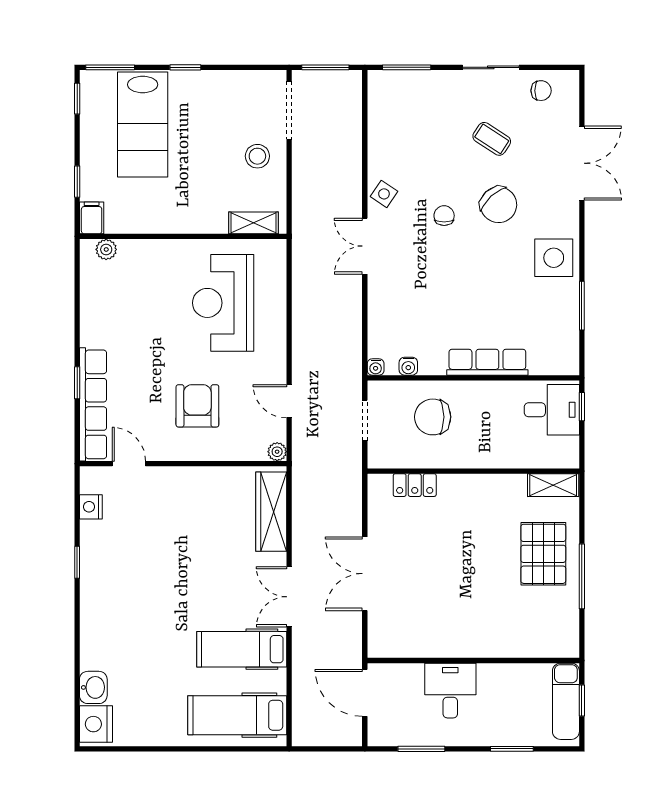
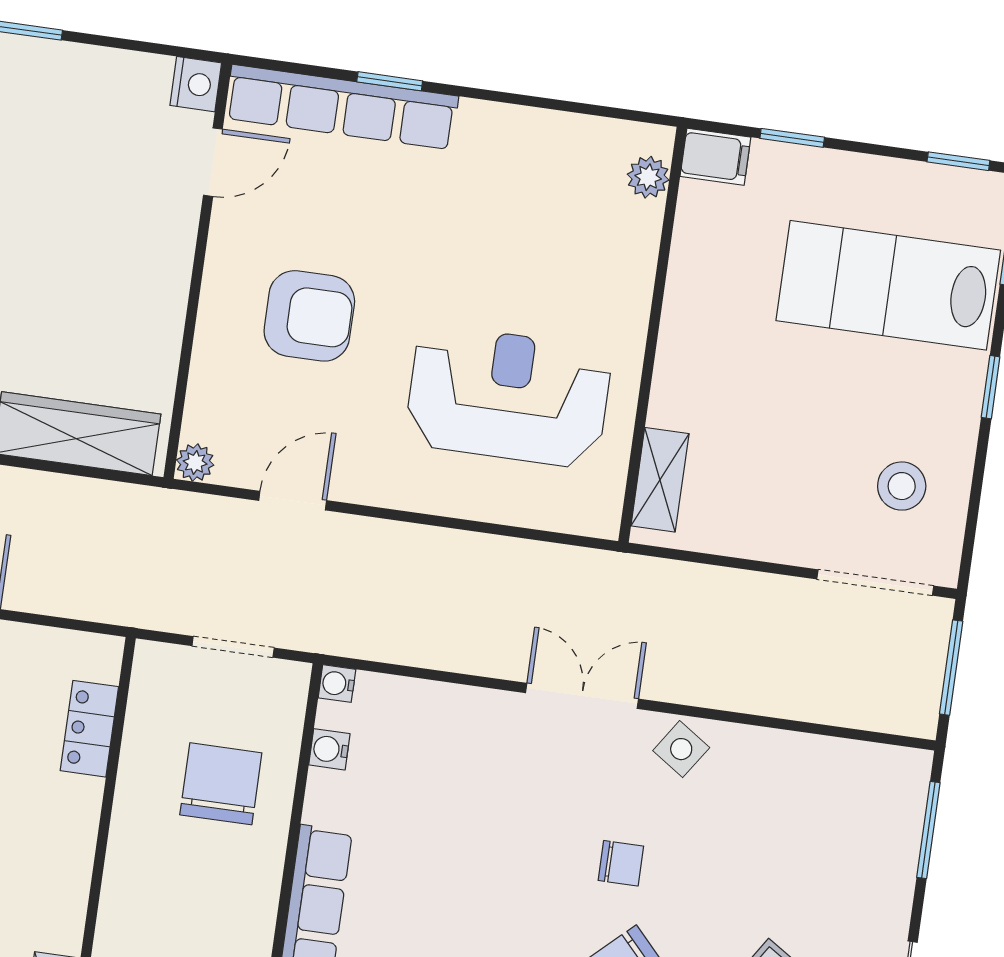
stool: (257, 156) -> (902, 486), moved
nightstand: (91, 507) -> (196, 84), moved, turned 90

